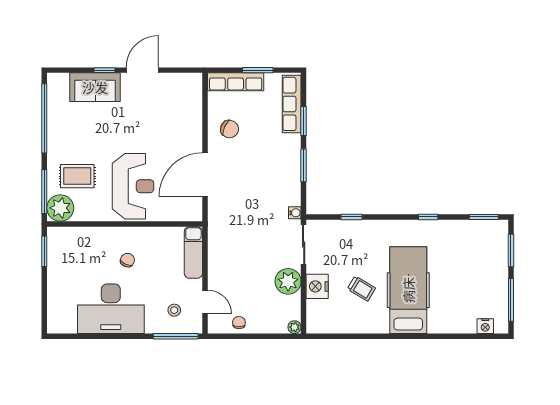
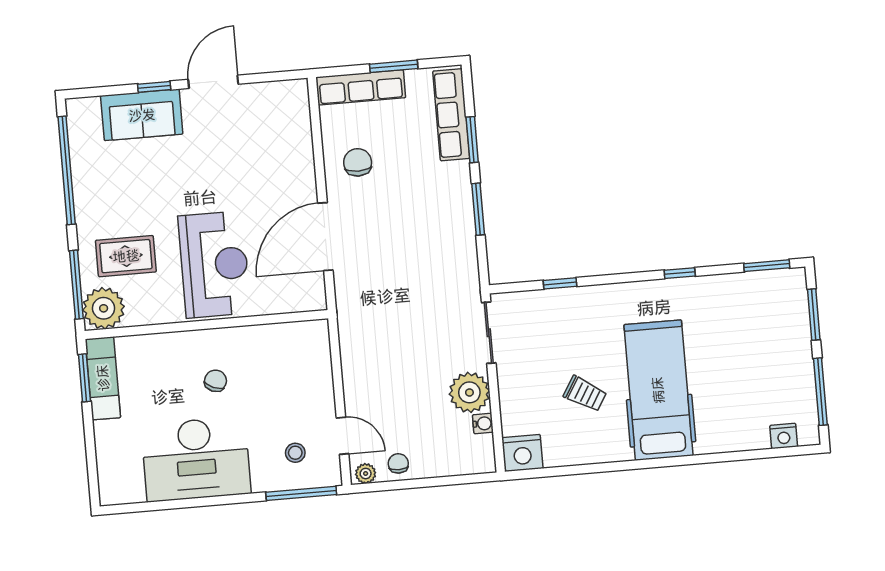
chair: (230, 129) -> (358, 162), turned -114
water cooler: (295, 213) -> (483, 424), moved
exam couch: (193, 252) -> (103, 378), moved, turned 180
nightstand: (317, 286) -> (522, 453), moved, turned -90
plant: (294, 327) -> (366, 474), moved

